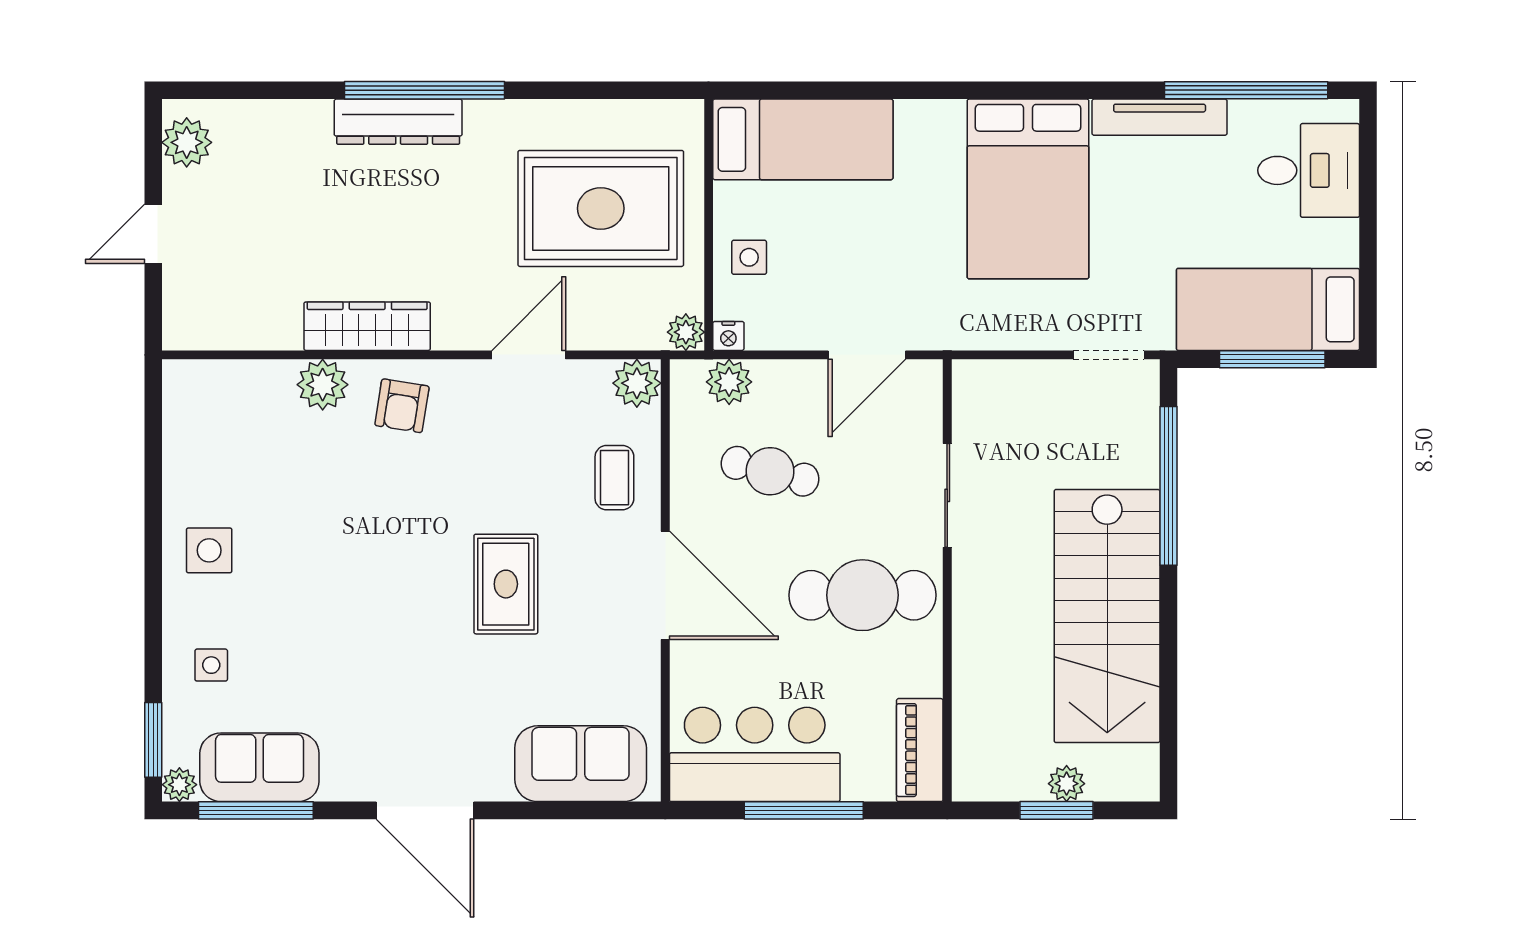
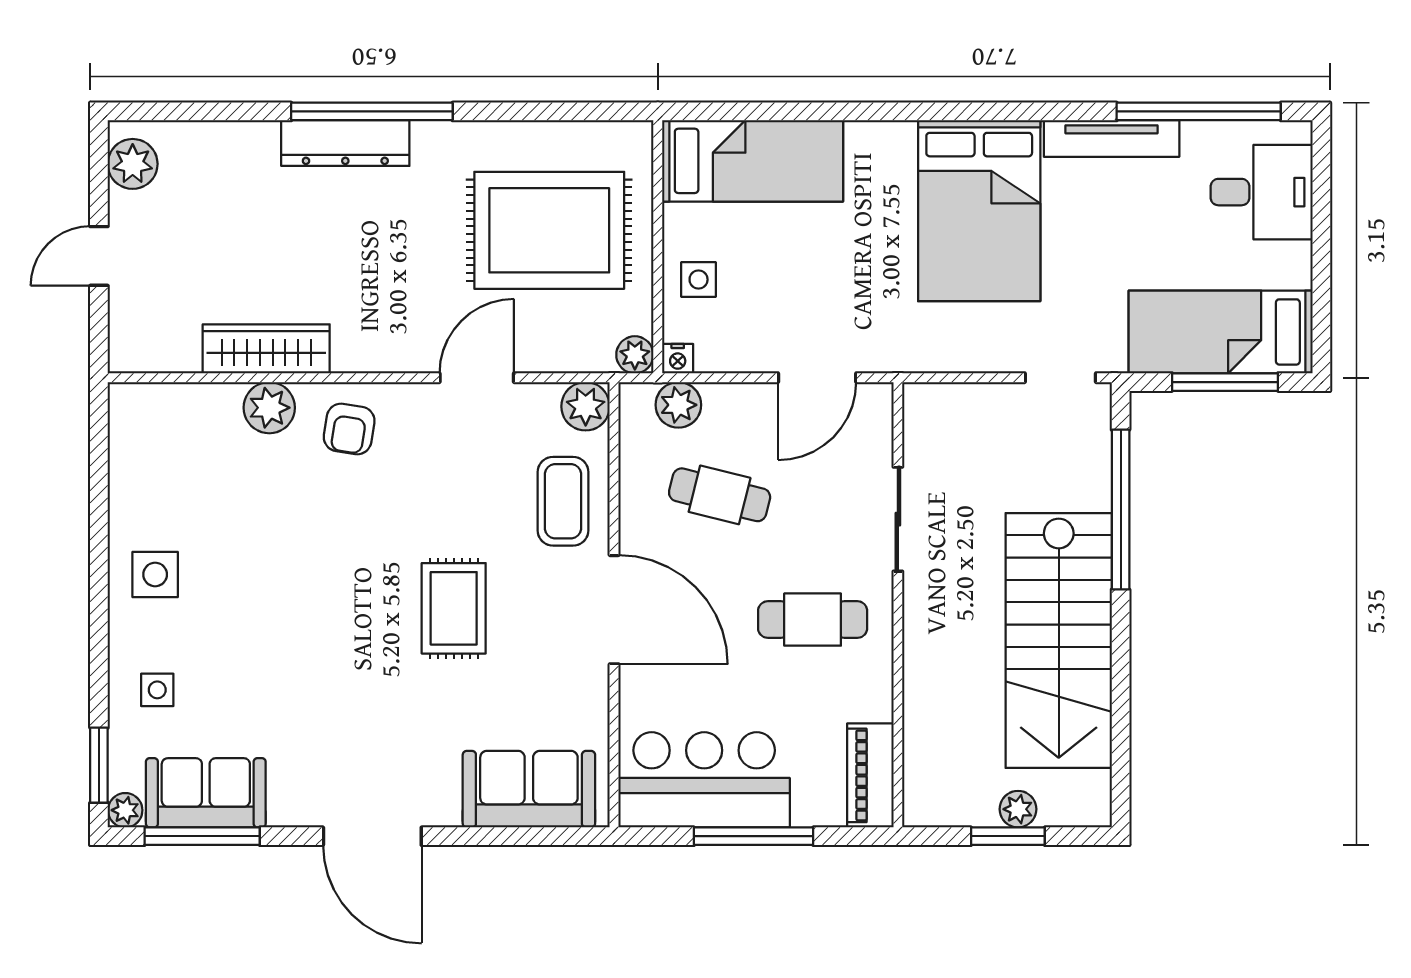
wardrobe: (367, 326) -> (266, 349), moved
coffee table: (614, 478) -> (563, 501), width x1.36, depth x1.30
cafe table: (862, 595) -> (813, 620), width x0.73, depth x0.74

